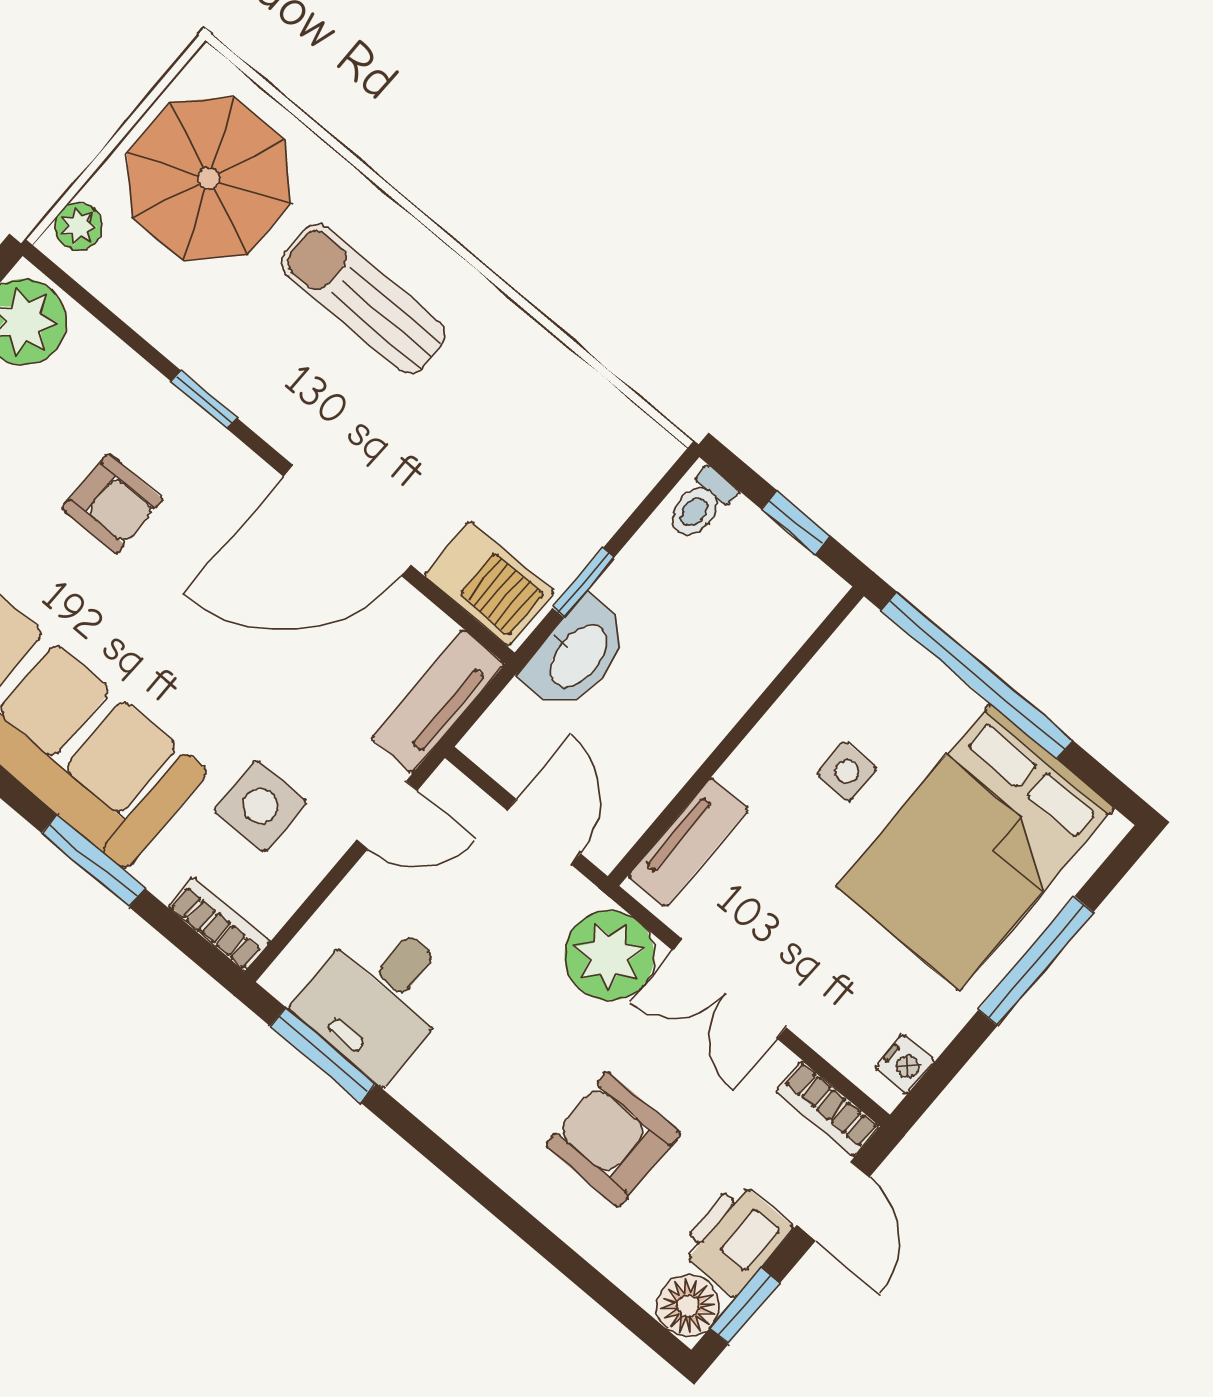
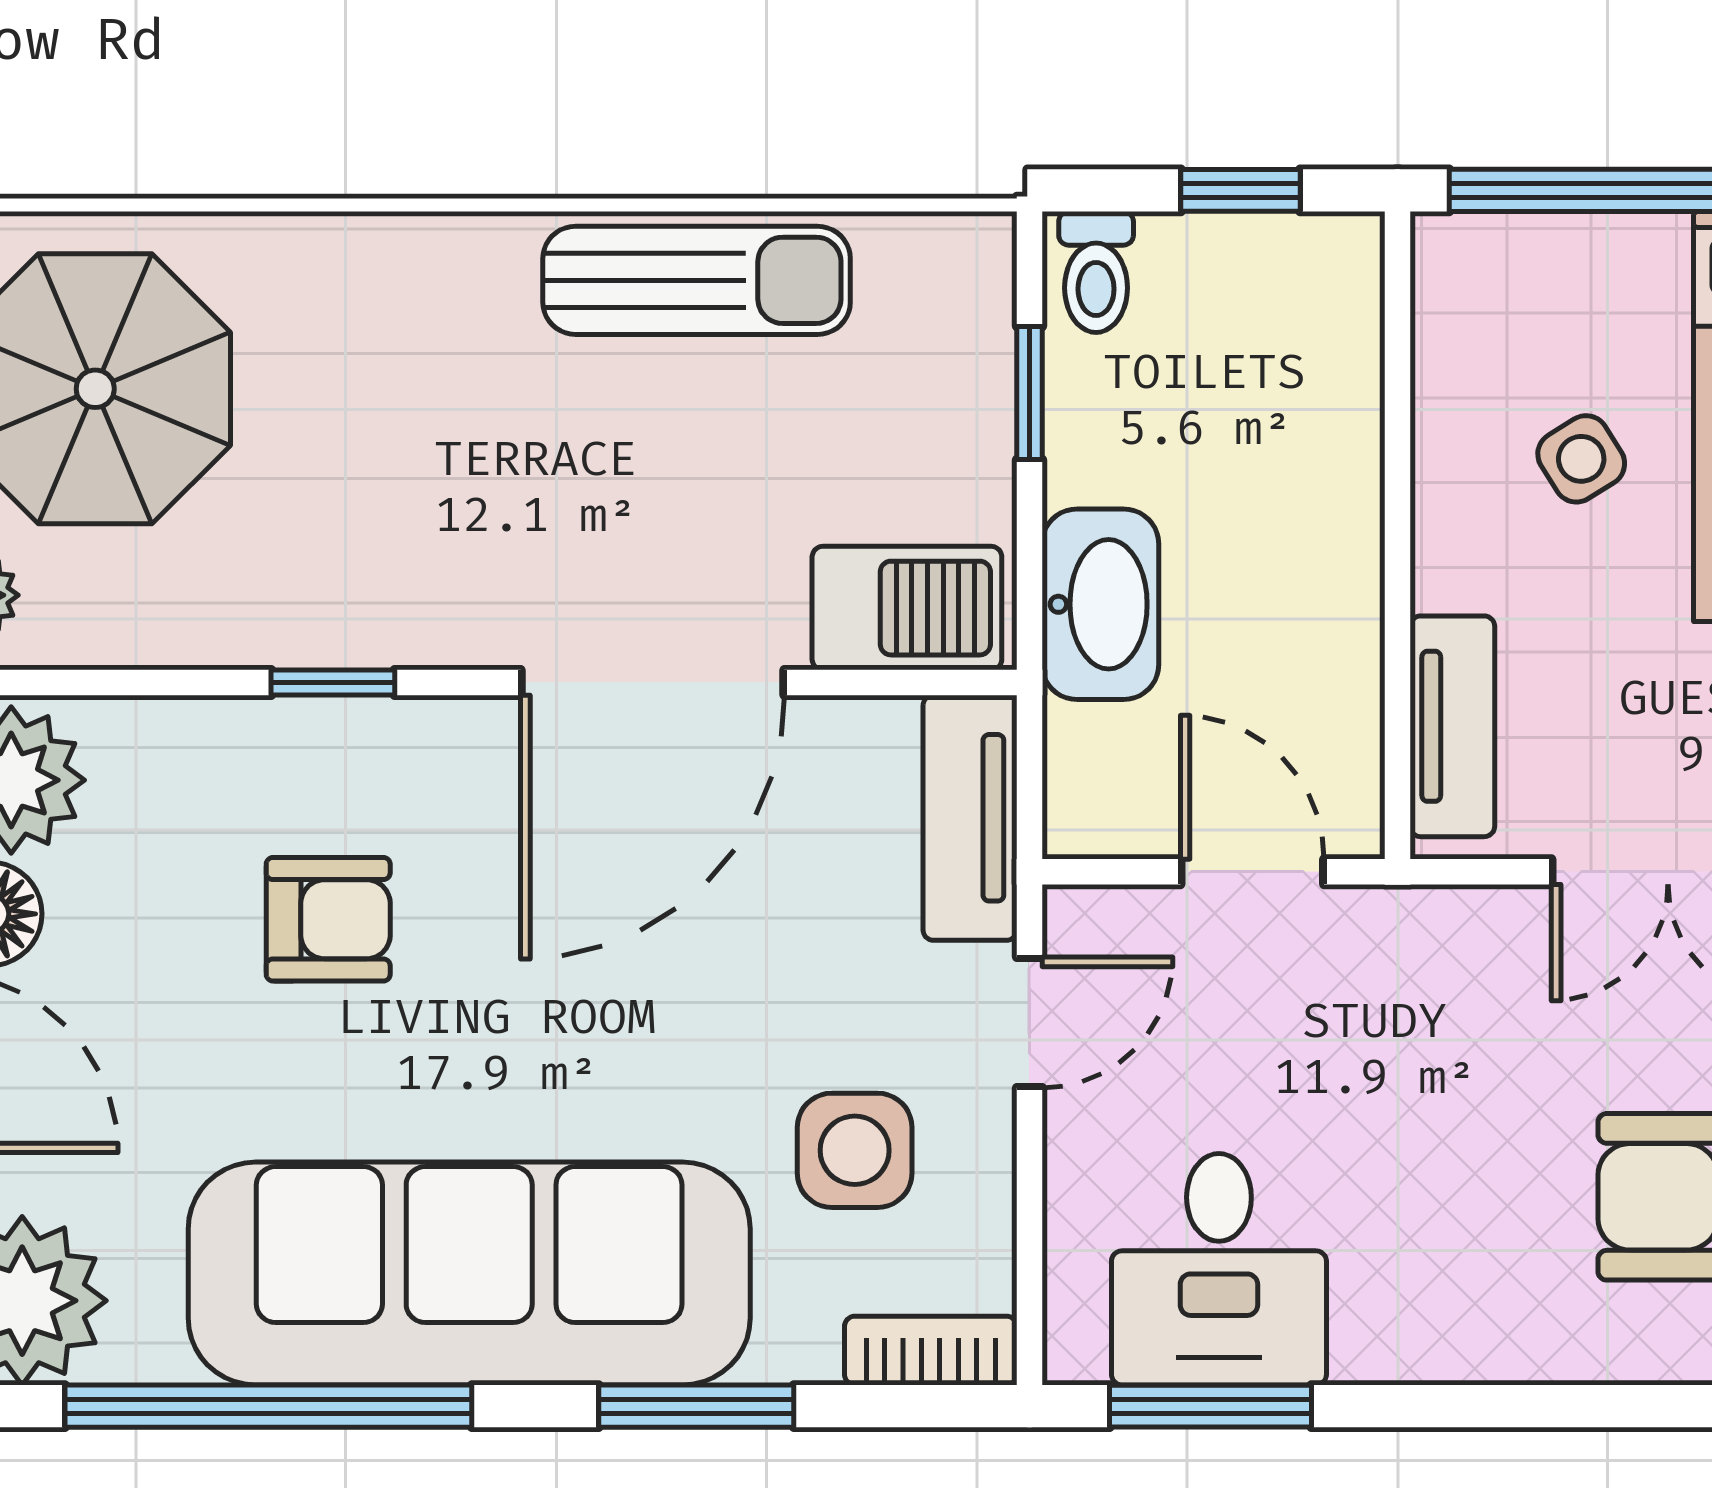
sun lounger: (363, 299) -> (697, 280), moved, turned 180
window: (583, 583) -> (1029, 393), moved
side table: (847, 771) -> (1581, 459), turned -32
plant: (609, 956) -> (1474, 961), removed

